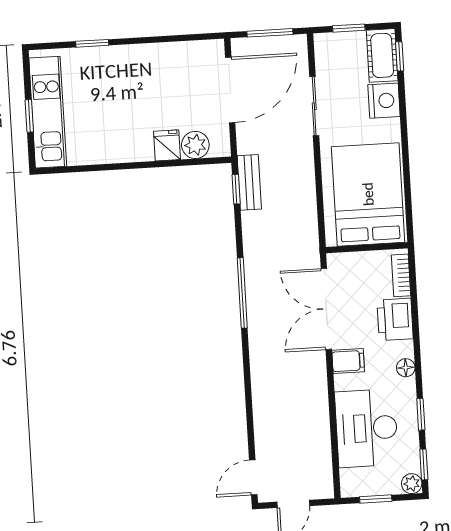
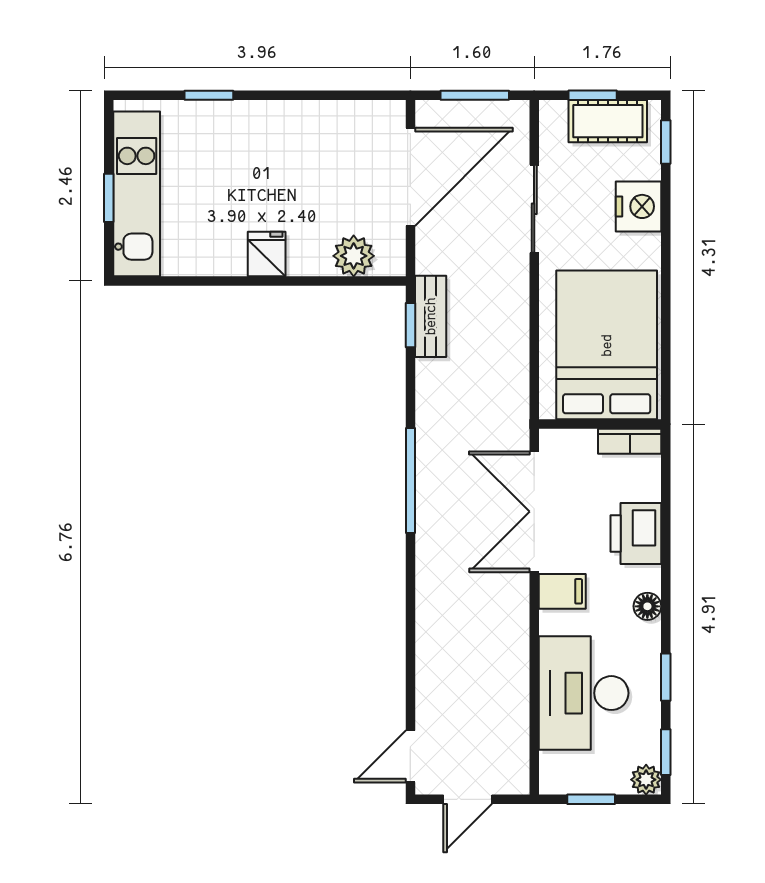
cot: (382, 55) -> (608, 121), moved, turned 90
fridge: (167, 145) -> (267, 254), moved
bookcase: (401, 275) -> (630, 441), moved, turned -90

